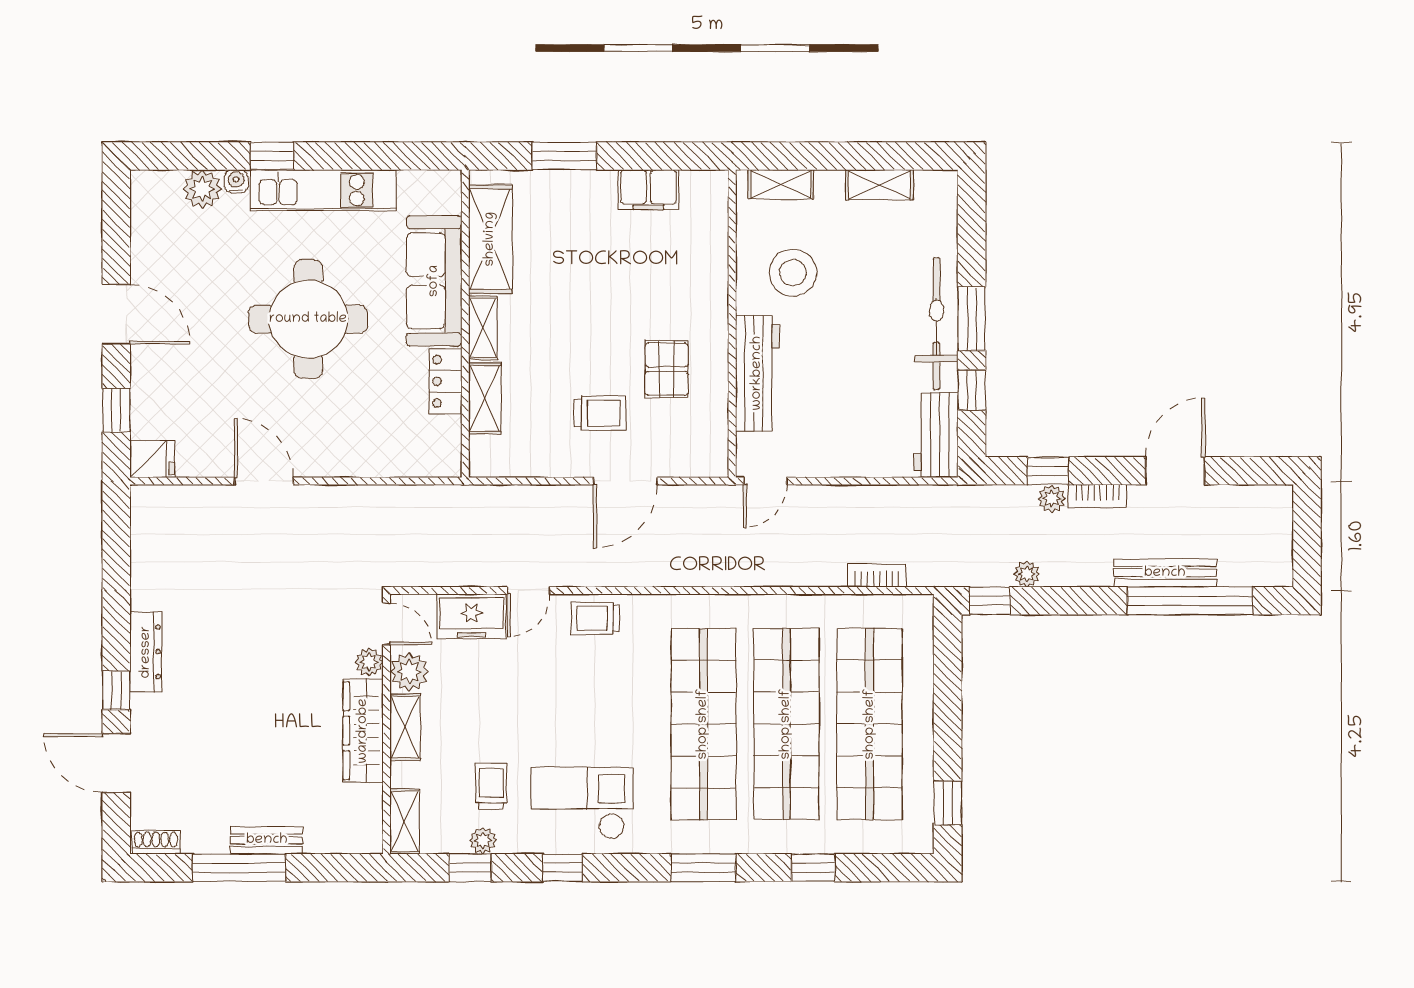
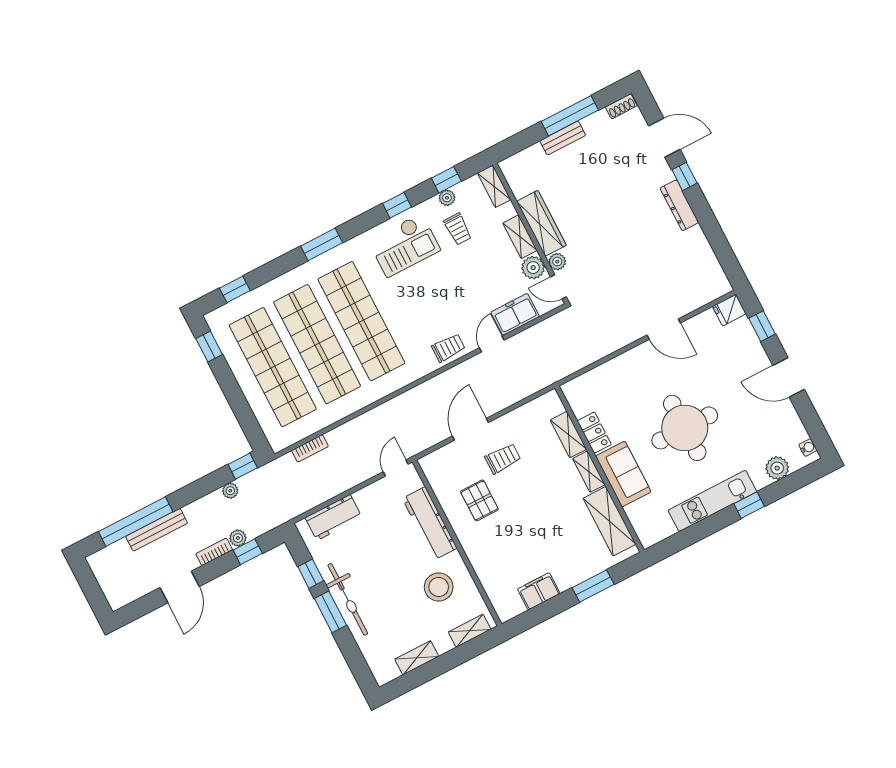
water cooler: (236, 181) -> (808, 448), moved, turned -90
sofa: (434, 281) -> (623, 474), width x0.73
trolley: (600, 413) -> (503, 459), turned 180
workbench: (936, 435) -> (333, 517), moved, turned 90
window: (813, 868) -> (235, 289), moved

